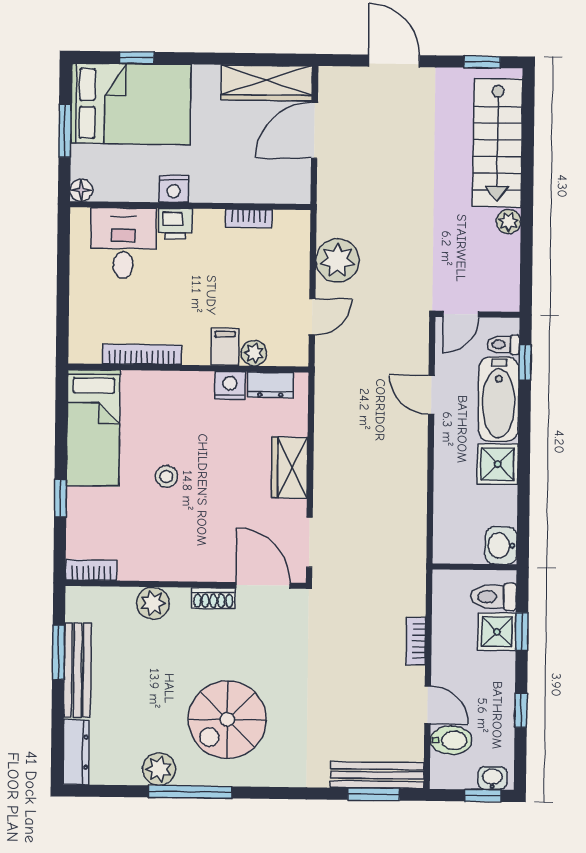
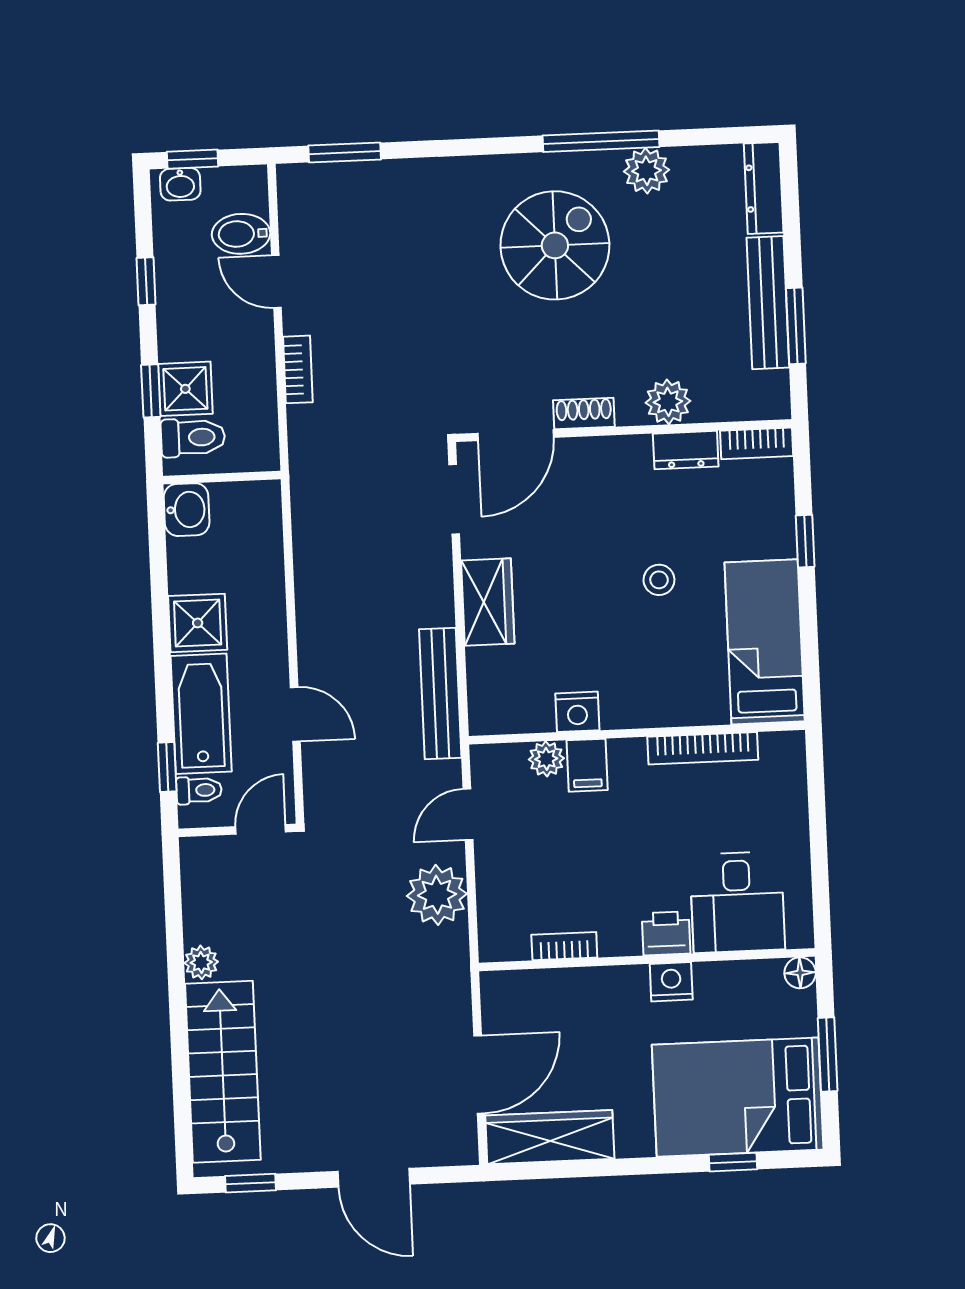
dresser: (270, 385) -> (686, 450), moved, turned 180
door: (263, 585) -> (516, 435), hinge flipped
bench: (377, 775) -> (440, 694), moved, turned 90

